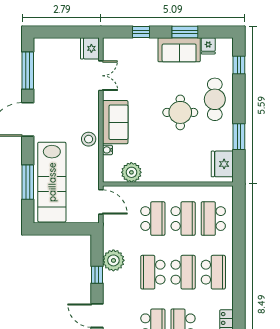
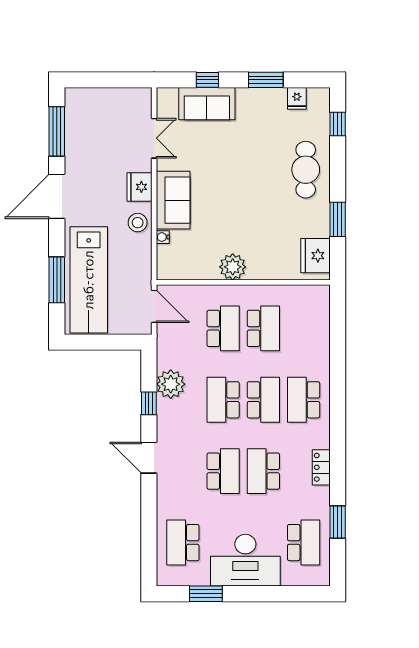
fridge: (90, 48) -> (139, 187), moved
sofa: (179, 50) -> (207, 104), moved
round table: (180, 112) -> (260, 187), removed
plant: (131, 172) -> (233, 267), moved
school desk: (213, 219) -> (304, 328), removed
school desk: (213, 272) -> (304, 400), turned 180

